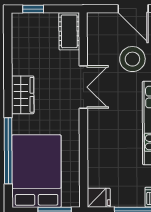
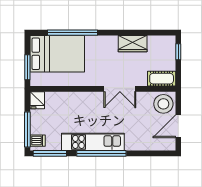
stool: (132, 59) -> (163, 104), moved
wardrobe: (23, 95) -> (133, 44), moved

